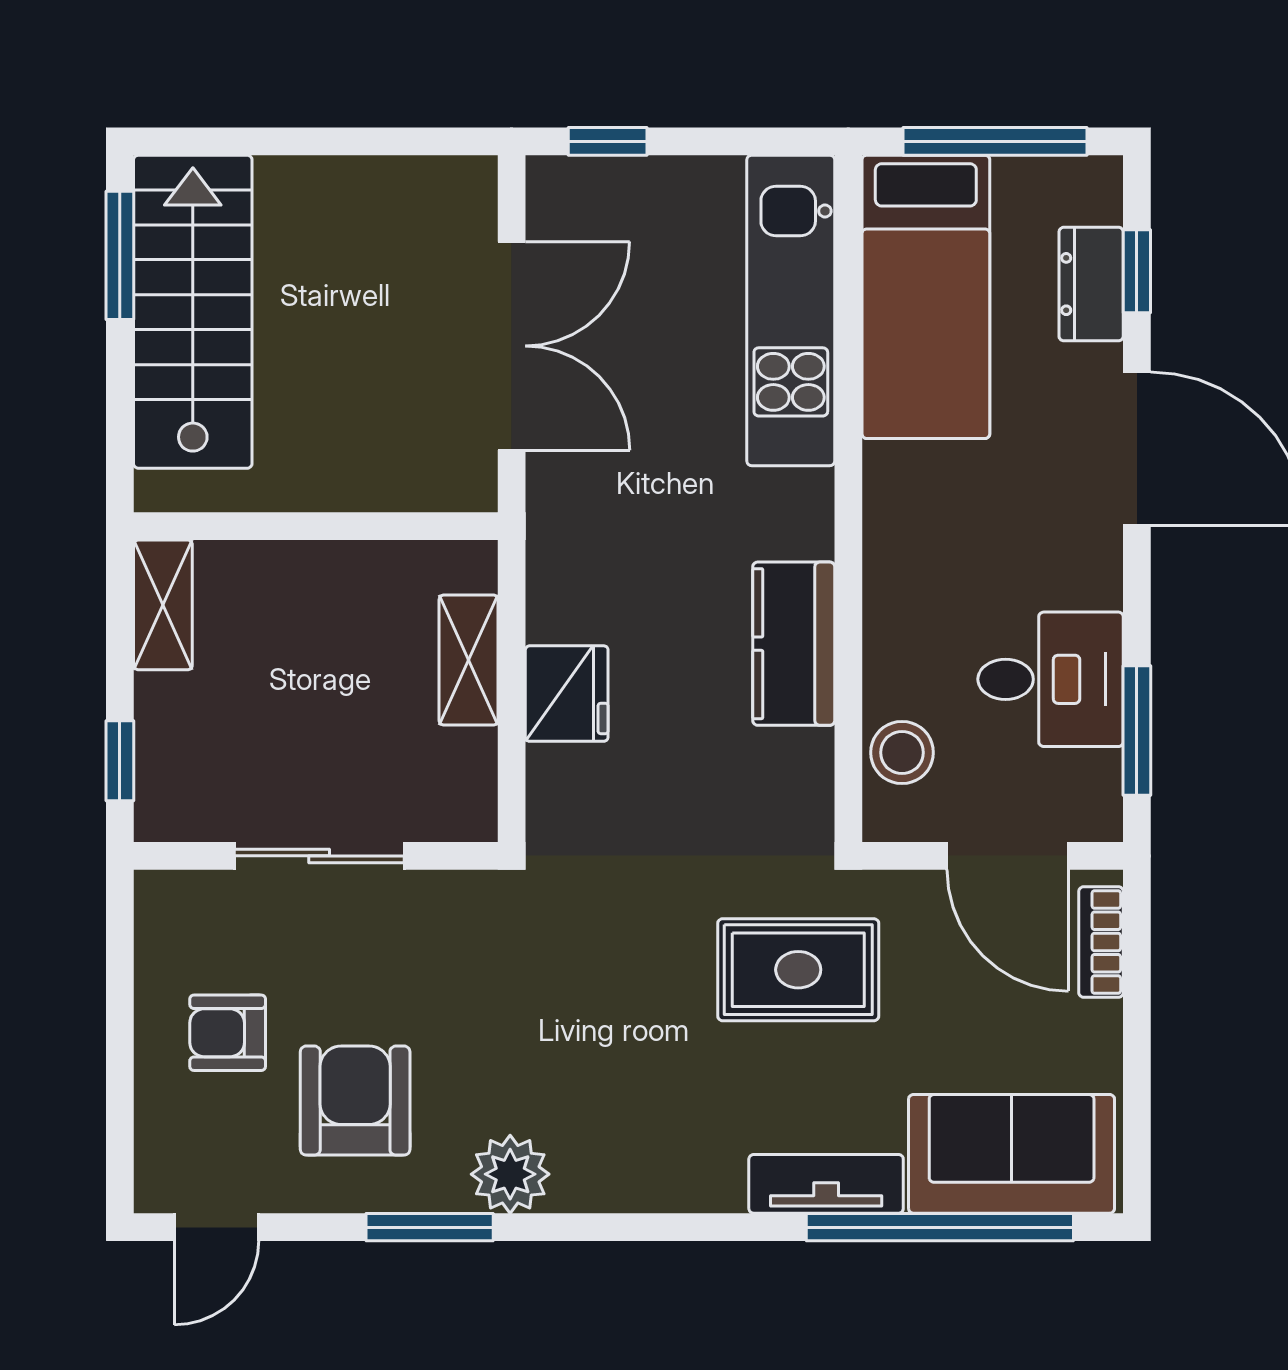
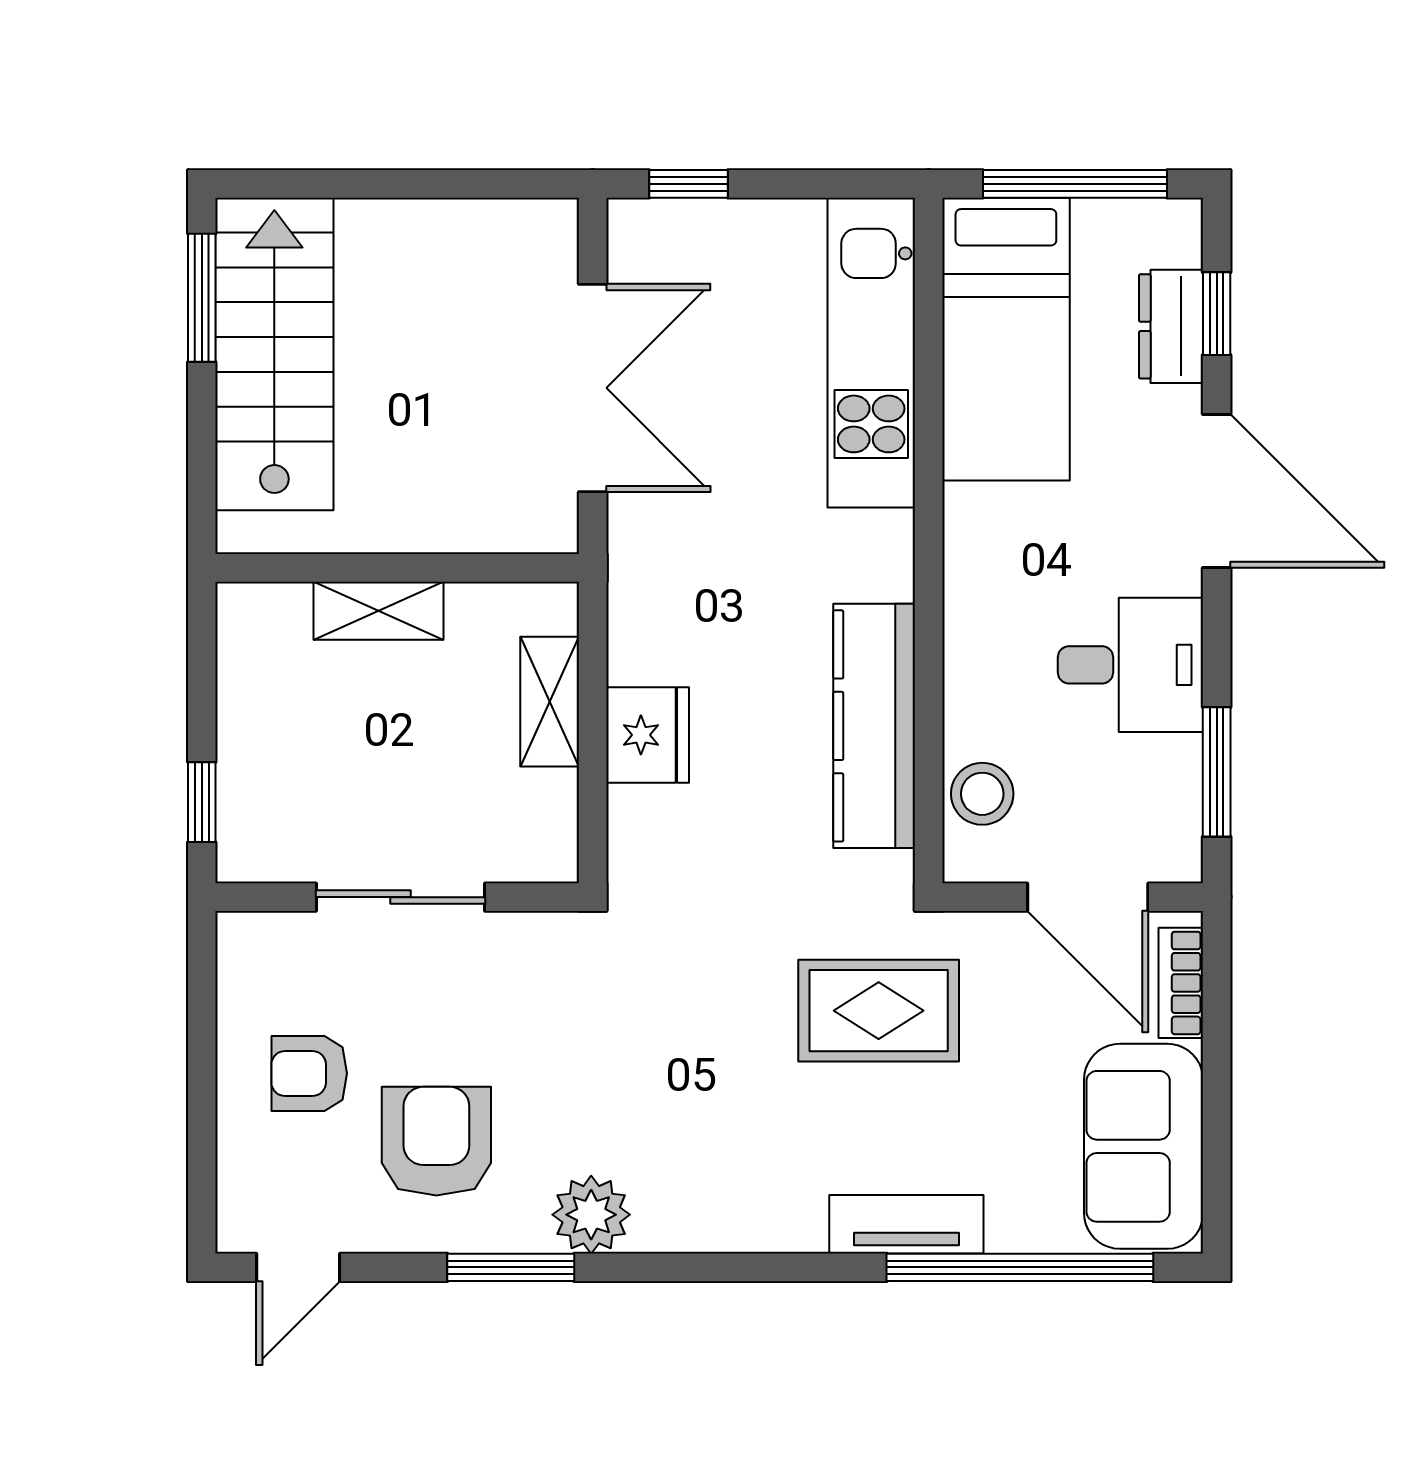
shelving: (163, 605) -> (379, 611), moved, turned 90
kitchen counter: (794, 644) -> (874, 726), width x1.50
desk: (1051, 679) -> (1130, 665), moved
sofa: (1012, 1154) -> (1144, 1146), moved, turned -90

